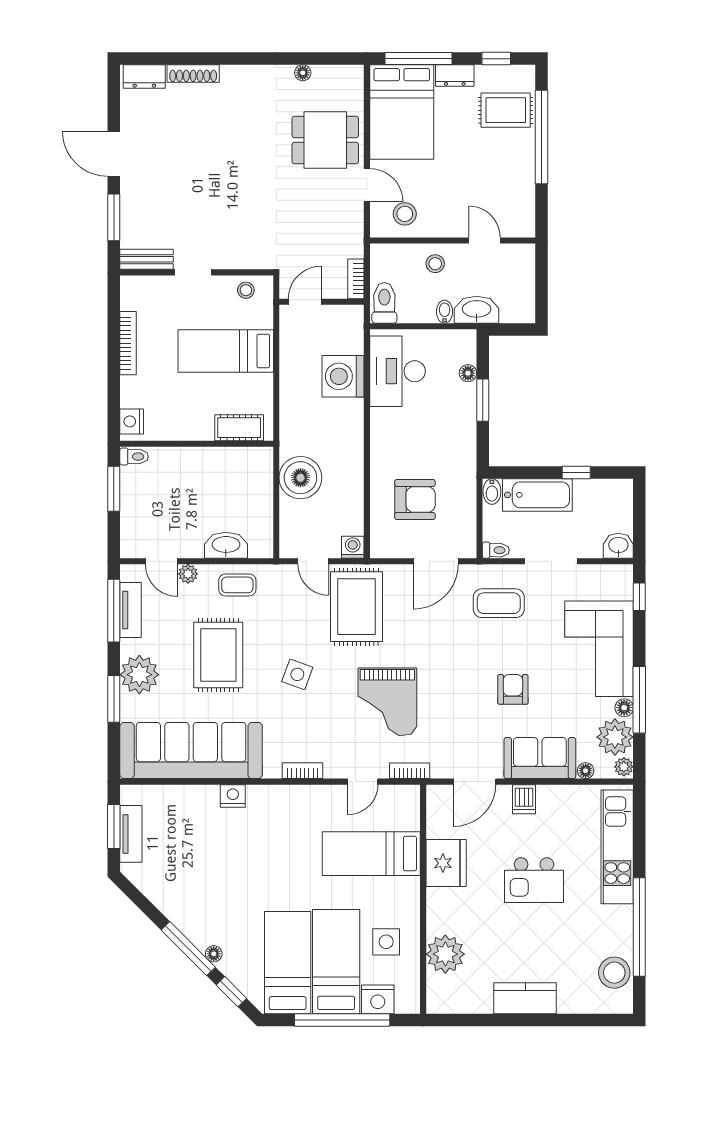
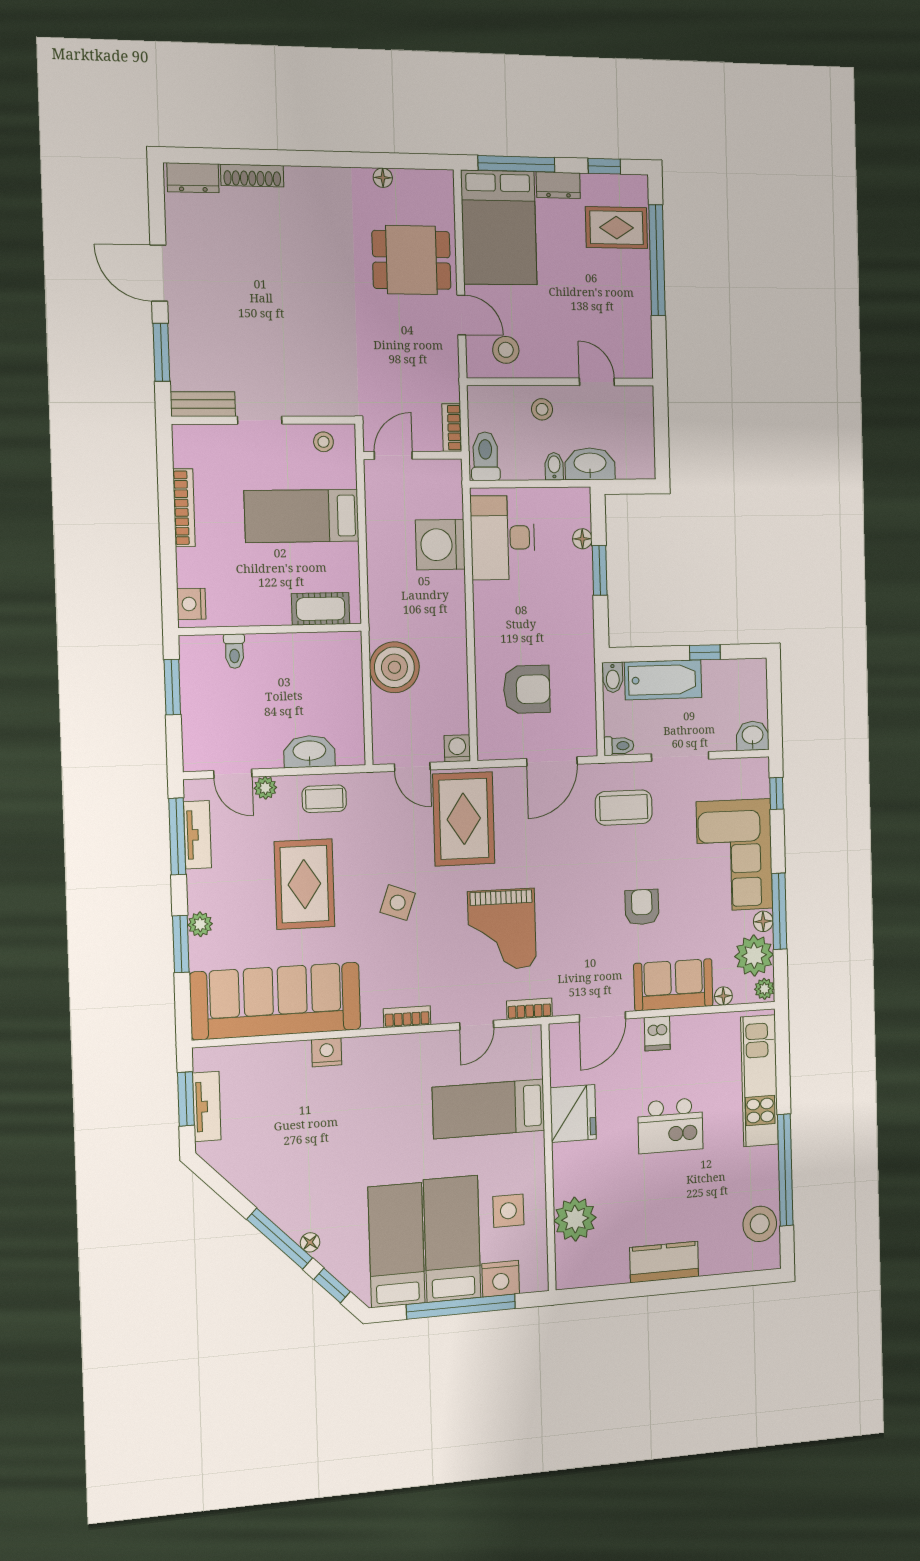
toilet: (134, 457) -> (234, 651), moved, turned 90
plant: (139, 675) -> (200, 924), width x0.53, depth x0.53

